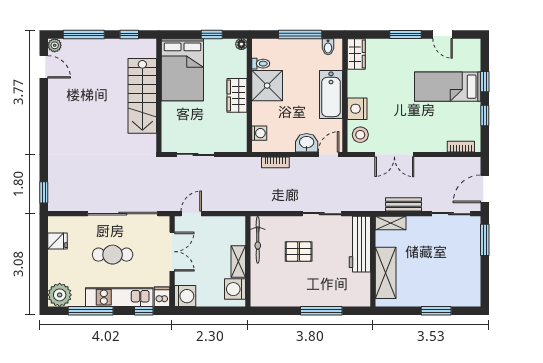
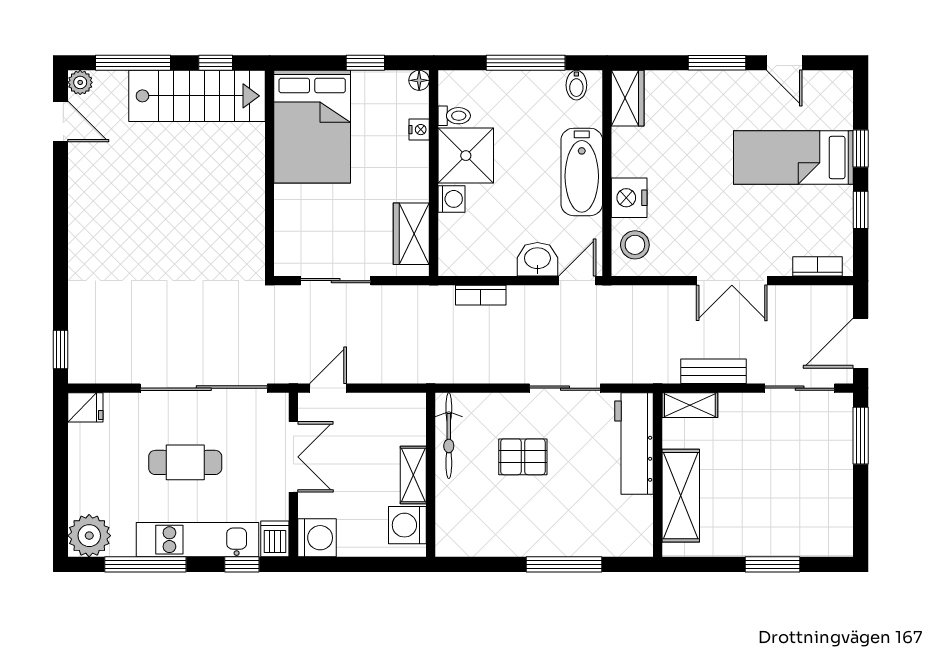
nightstand: (241, 71) -> (419, 130), added
wardrobe: (237, 95) -> (411, 234), moved
stairs: (142, 96) -> (197, 96), moved, turned -90
washing machine: (259, 133) -> (452, 199), moved
double door: (394, 154) -> (732, 281), moved
fridge: (58, 241) -> (85, 407), moved

